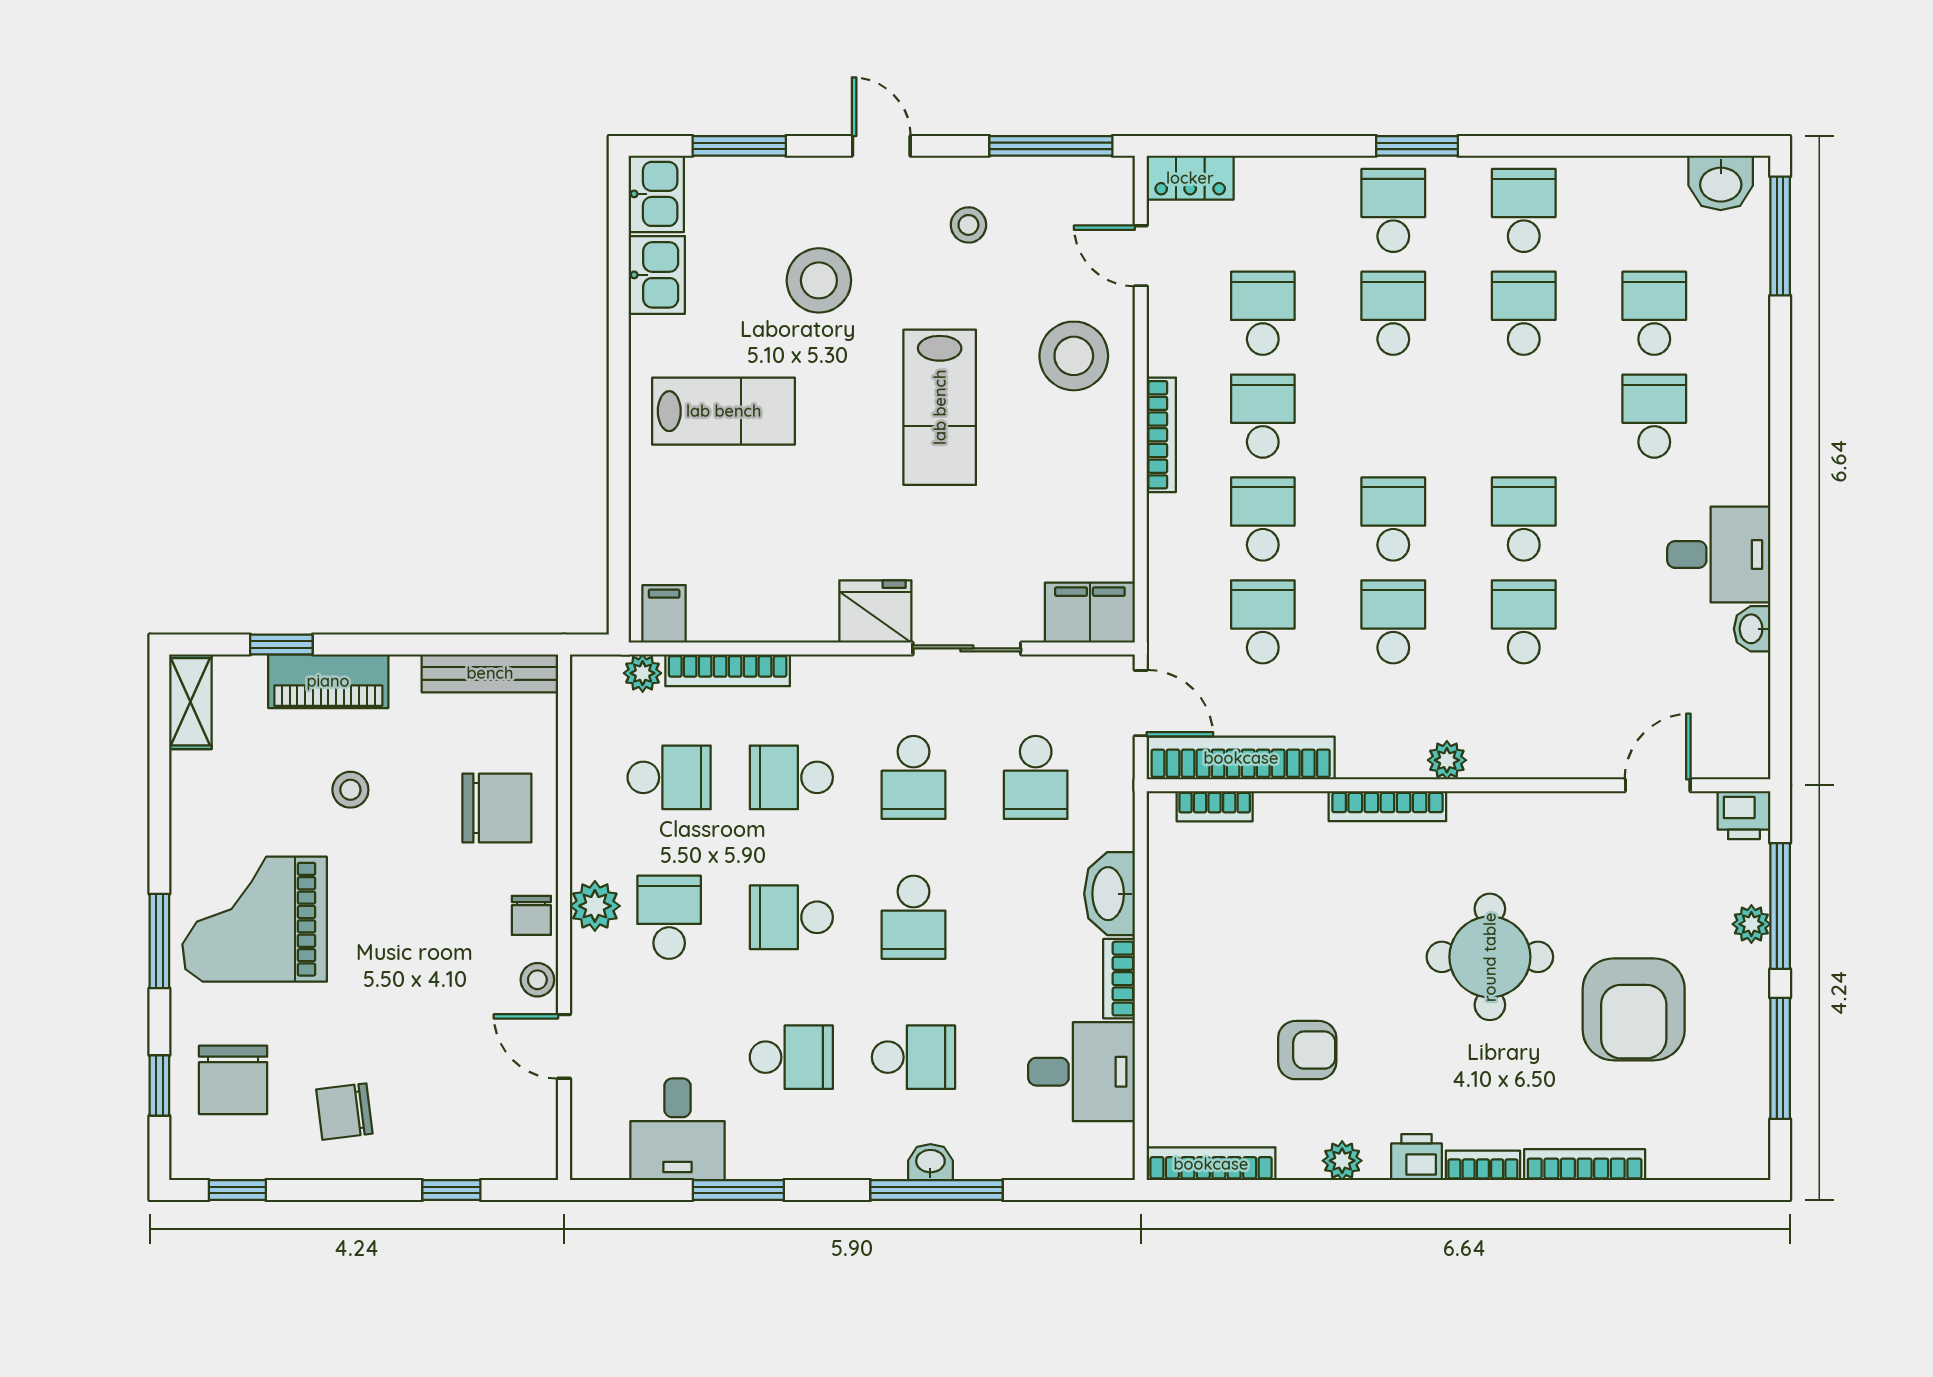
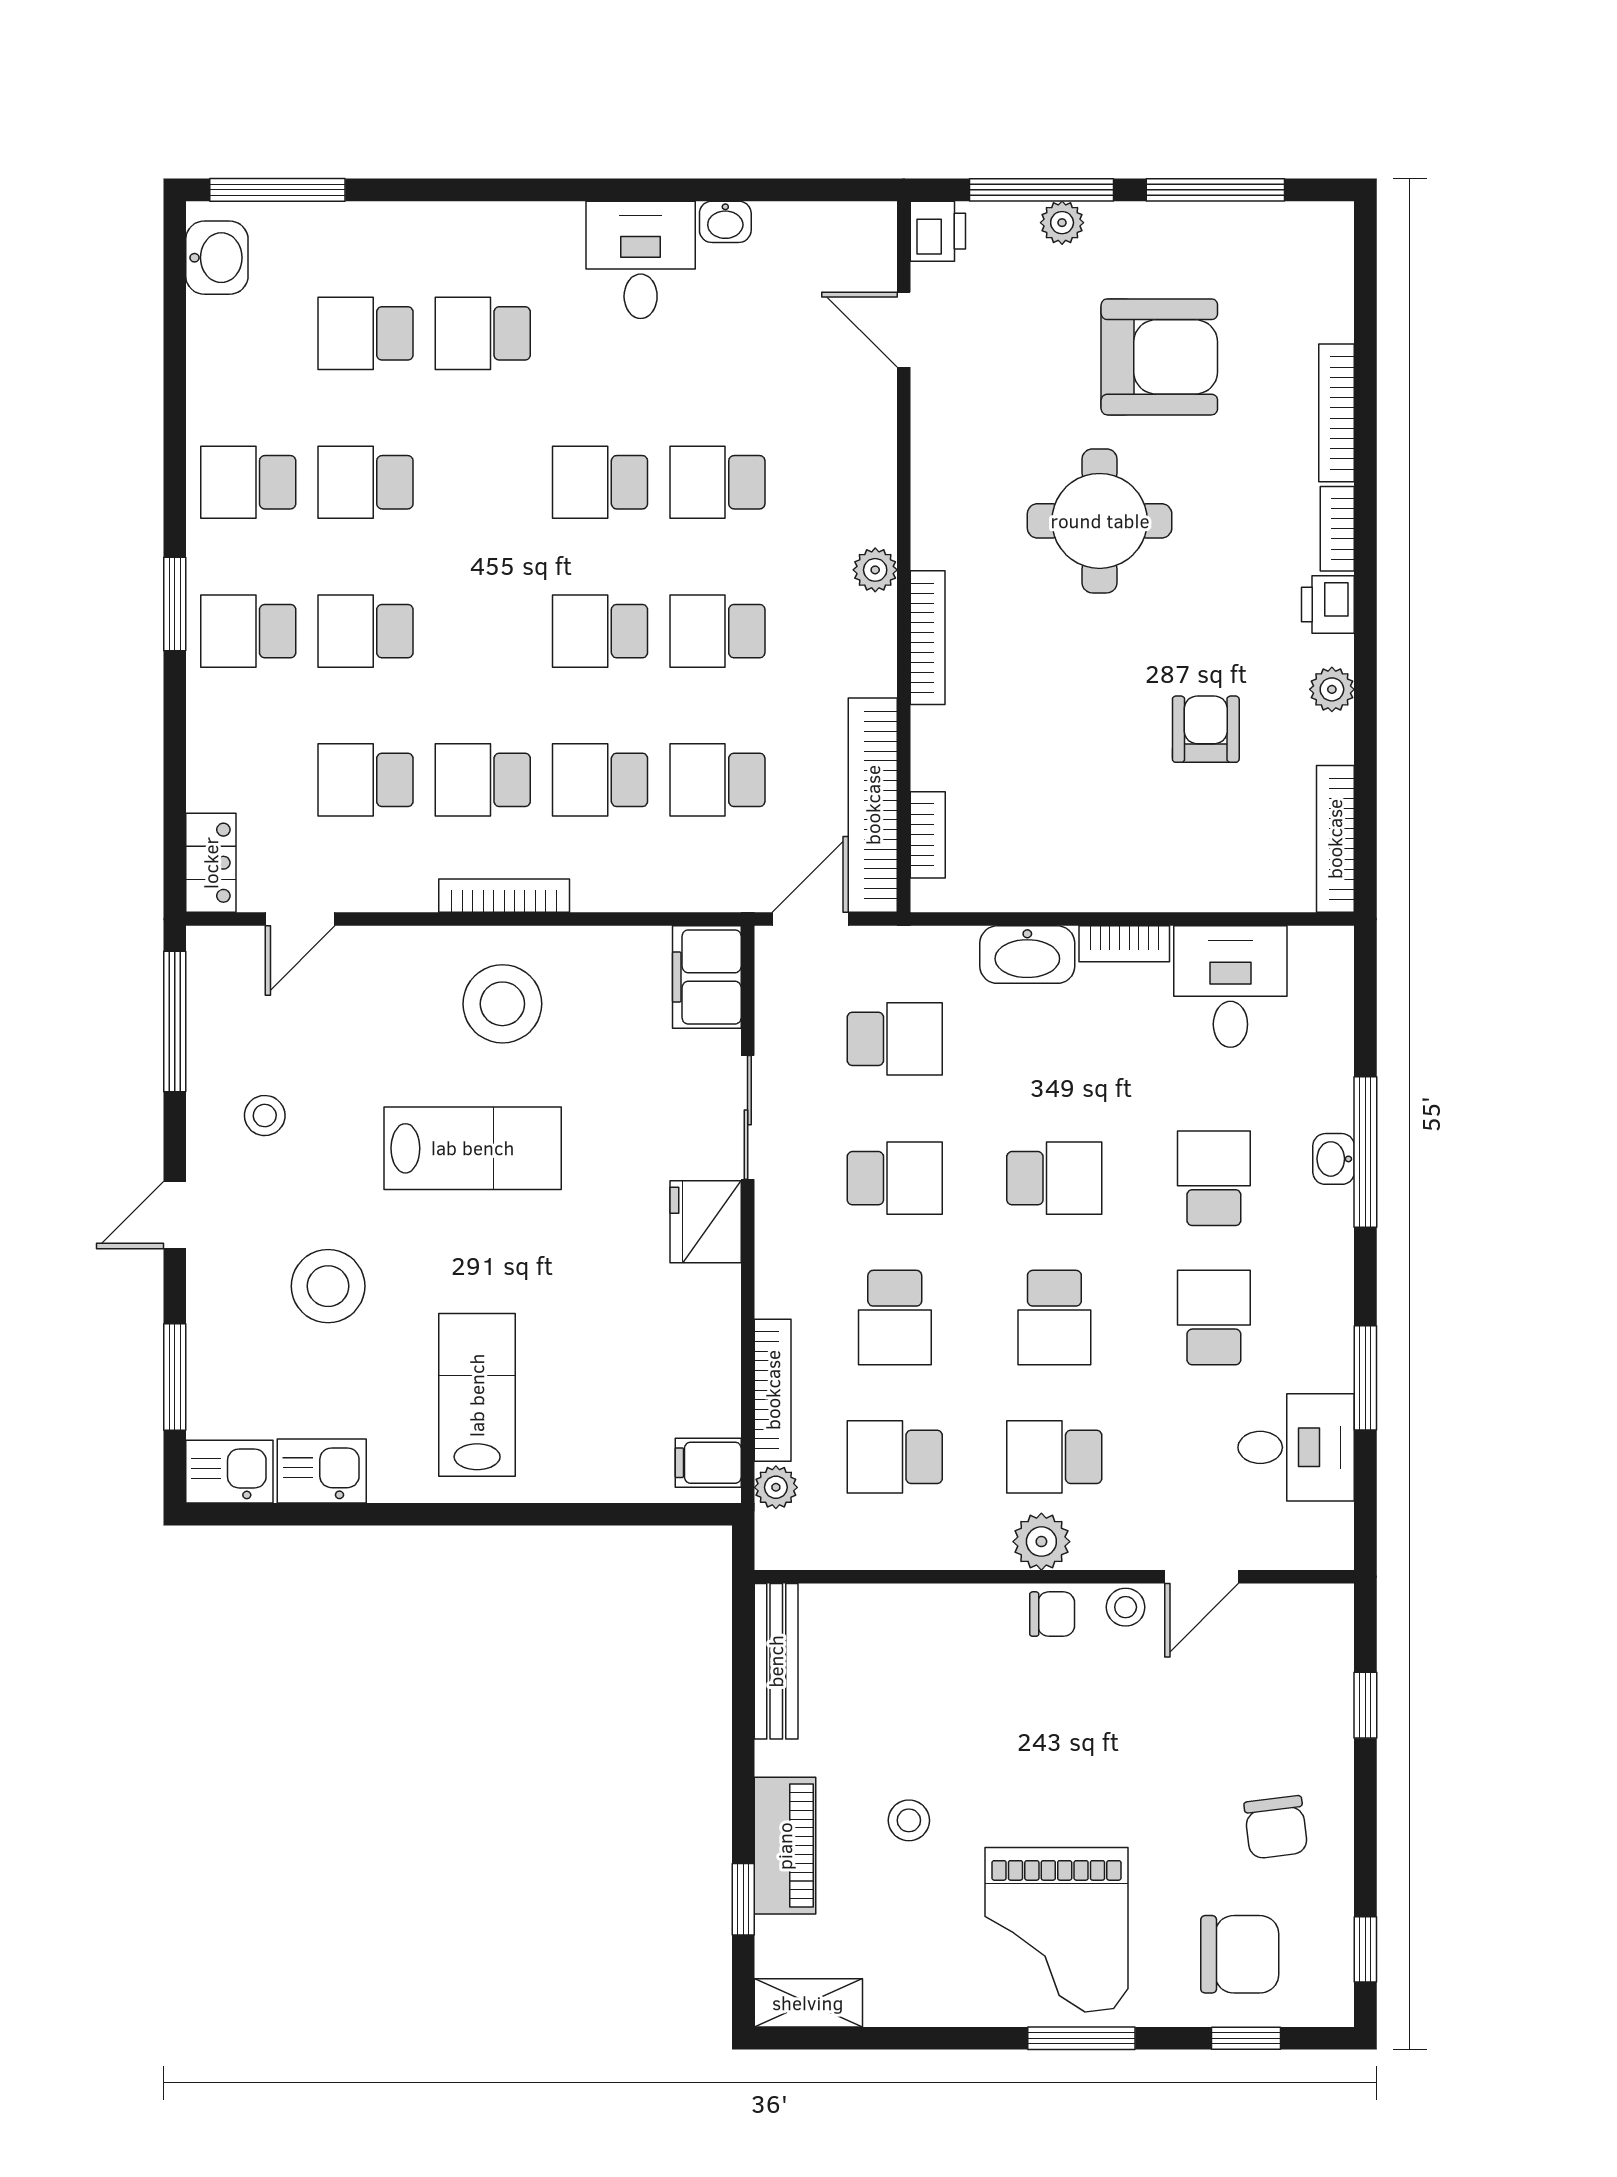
stool: (1074, 356) -> (502, 1004), moved
school desk: (669, 777) -> (895, 1457), turned -90
chair: (497, 808) -> (930, 1653), removed

